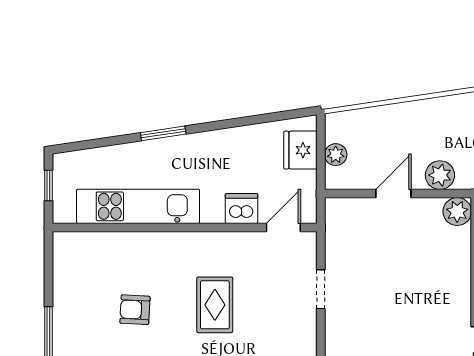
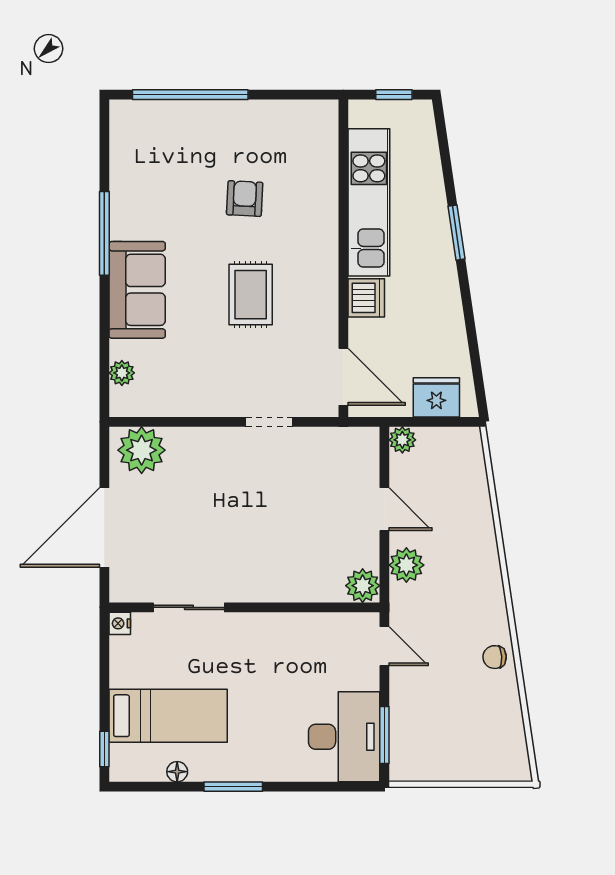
plant: (336, 155) -> (402, 440), moved
dishwasher: (241, 209) -> (366, 298), moved
door: (283, 228) -> (343, 377), width x1.38
rug: (215, 305) -> (251, 295), turned 90

